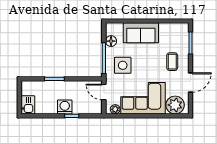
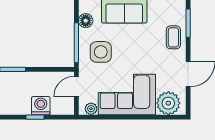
coffee table: (172, 62) -> (173, 37), moved
door: (104, 92) -> (76, 86), hinge flipped
washing machine: (65, 107) -> (41, 106), moved

